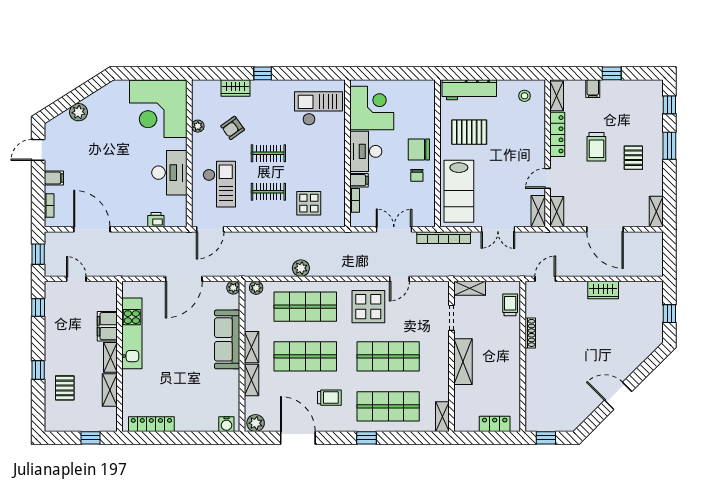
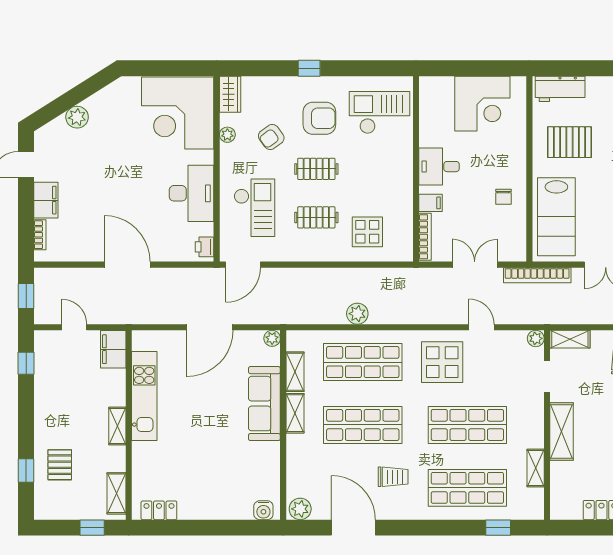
wardrobe: (235, 88) -> (230, 94), moved, turned -90
workbench: (469, 90) -> (560, 89), width x0.73
corner desk: (372, 108) -> (482, 104), moved, turned 90
armchair: (271, 113) -> (319, 118), added
chair: (419, 150) -> (506, 164), removed
desk: (366, 151) -> (439, 167), width x0.73
filing cabinet: (54, 178) -> (46, 200), width x2.00
bookcase: (355, 200) -> (425, 237), width x1.56
printer: (156, 220) -> (205, 247), moved, turned -90
door: (92, 229) -> (127, 265), moved
door: (399, 279) -> (481, 327), swing flipped
plant: (256, 288) -> (536, 338), moved
filing cabinet: (107, 326) -> (113, 349), moved
window: (38, 370) -> (26, 470), moved
shelving: (251, 380) -> (295, 372), moved
shelving: (110, 390) -> (116, 493), moved
shelving: (442, 417) -> (536, 468), moved
locker: (151, 424) -> (159, 510), width x0.66
window: (367, 438) -> (498, 528), moved

